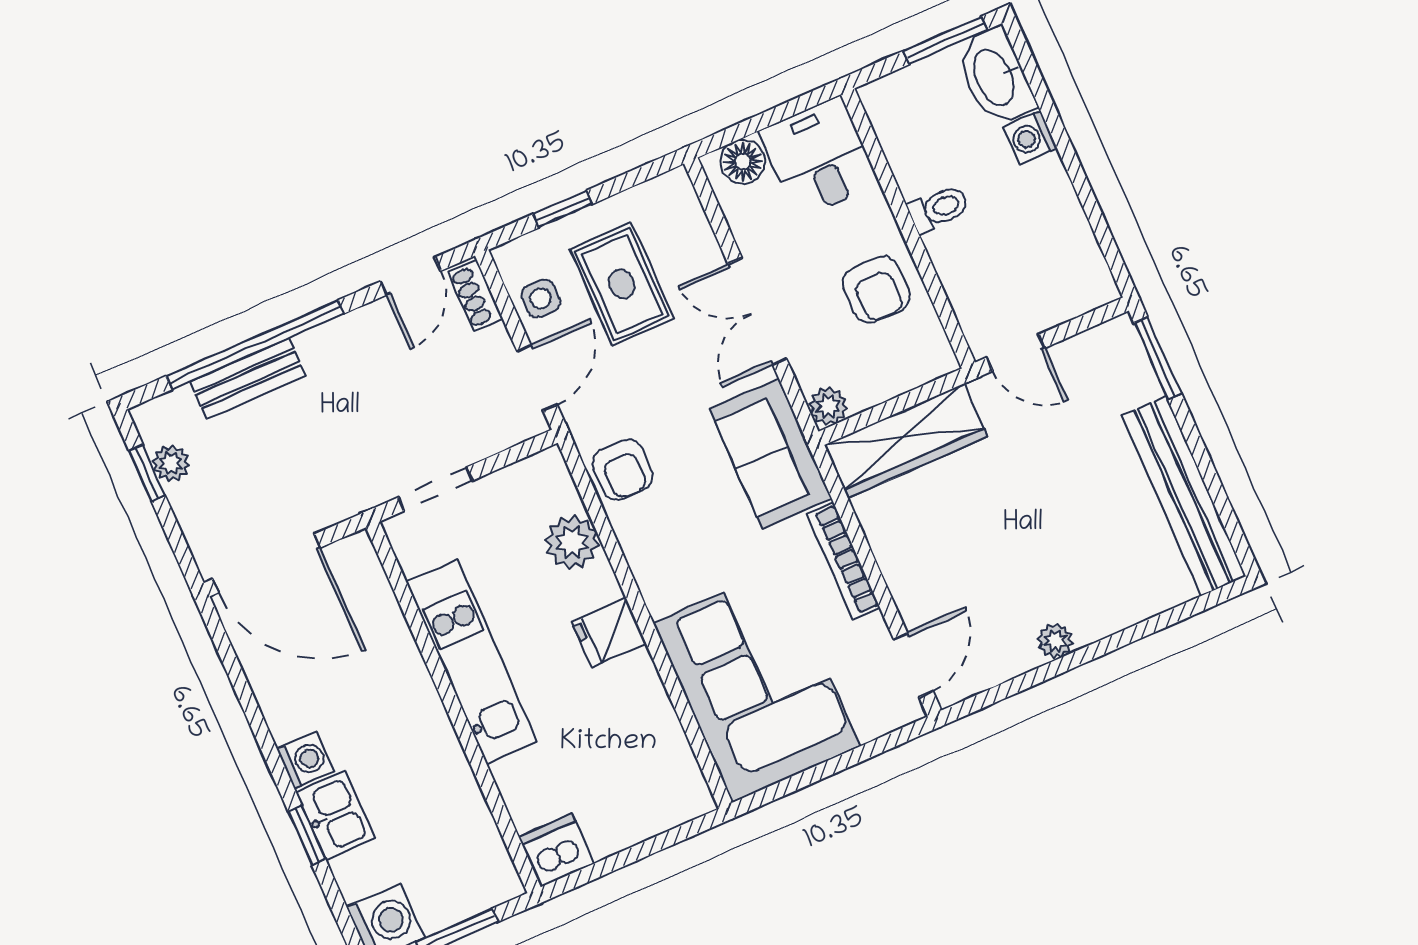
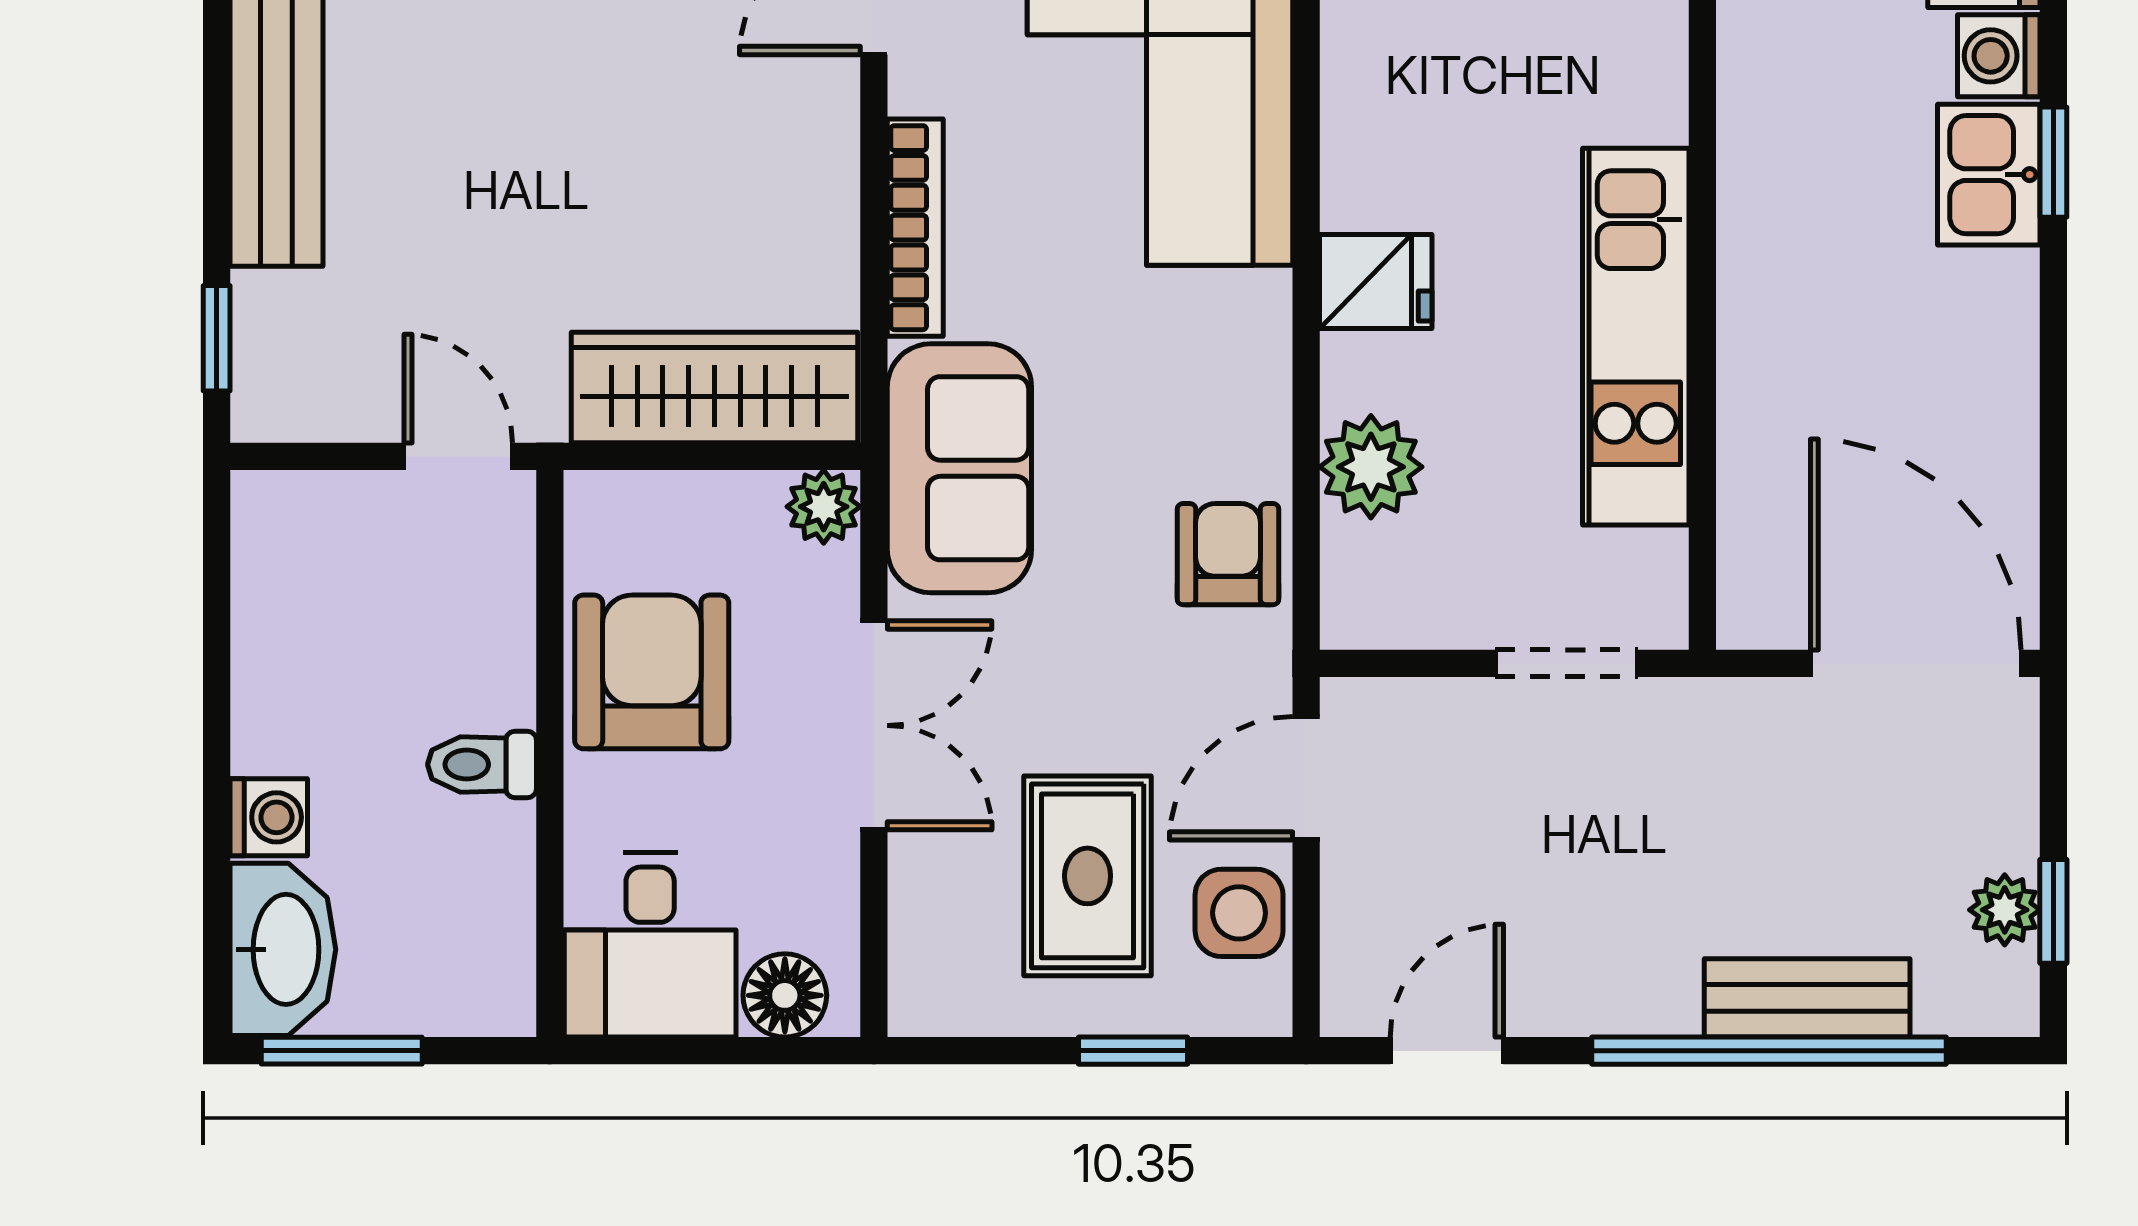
armchair: (876, 290) -> (652, 672), width x1.38, depth x1.38
shoe rack: (476, 295) -> (1349, 968), removed
side table: (541, 298) -> (1239, 913), width x1.37, depth x1.37
window: (1158, 358) -> (217, 338), width x0.67
washing machine: (305, 760) -> (1999, 56), moved

